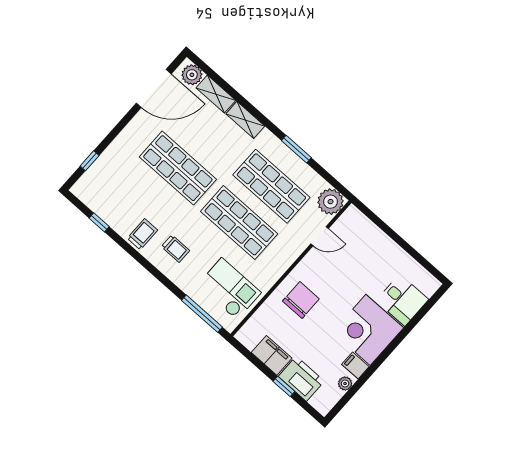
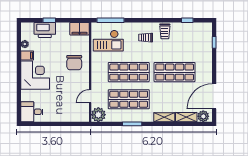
desk: (402, 300) -> (32, 112), moved
filing cabinet: (272, 355) -> (79, 29), moved

